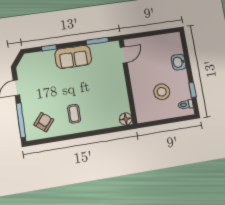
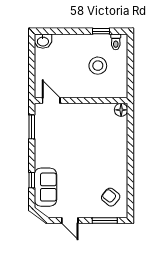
sofa: (73, 57) -> (45, 187), moved
washbasin: (179, 62) -> (43, 41), moved
coffee table: (74, 114) -> (107, 164), removed
window: (21, 120) -> (105, 221), width x0.69

